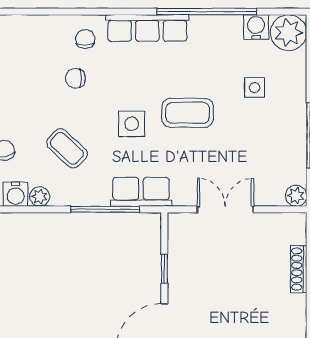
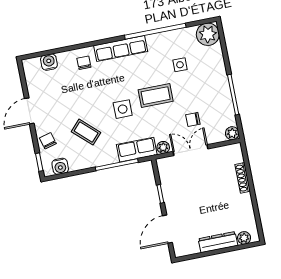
water cooler: (256, 27) -> (49, 62), moved
chair: (75, 78) -> (193, 119), moved
side table: (255, 88) -> (180, 65), moved
plant: (40, 197) -> (163, 147), moved

